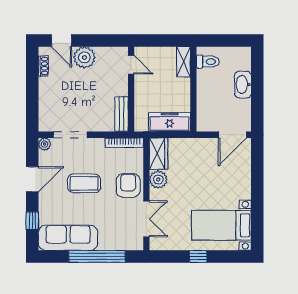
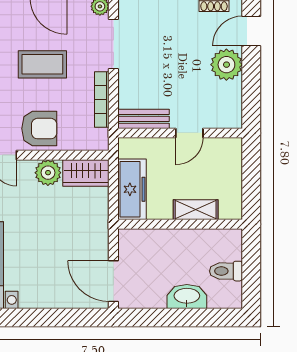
shelving: (184, 62) -> (196, 210), moved
toilet: (208, 62) -> (226, 271), moved, turned 90
door: (131, 65) -> (189, 133), moved
bookcase: (124, 143) -> (102, 99), moved
coffee table: (84, 183) -> (42, 64), turned 90

